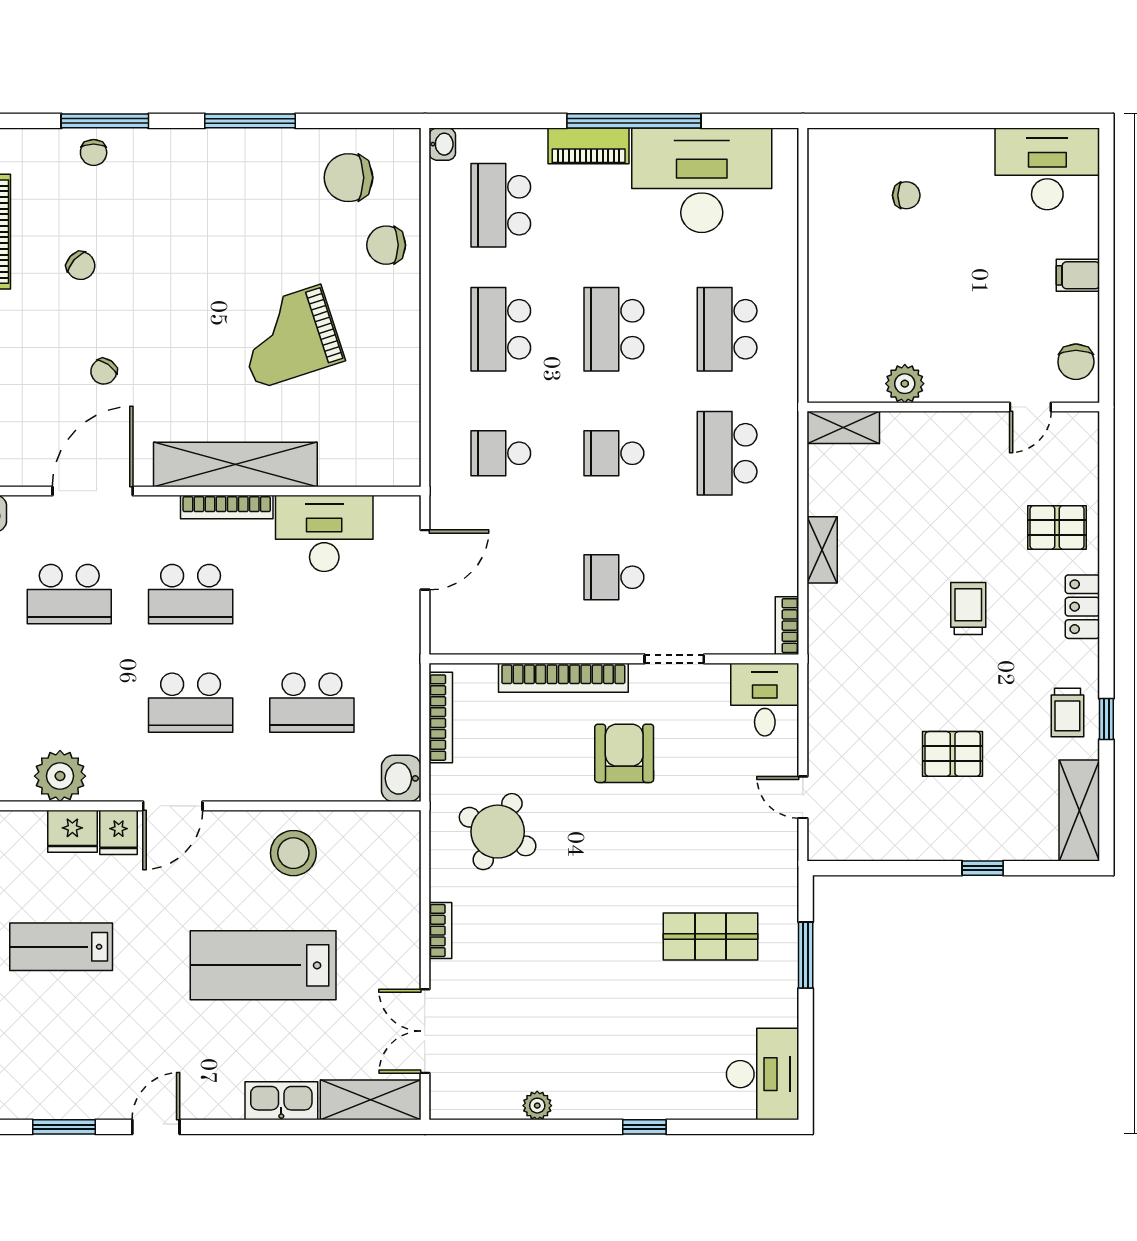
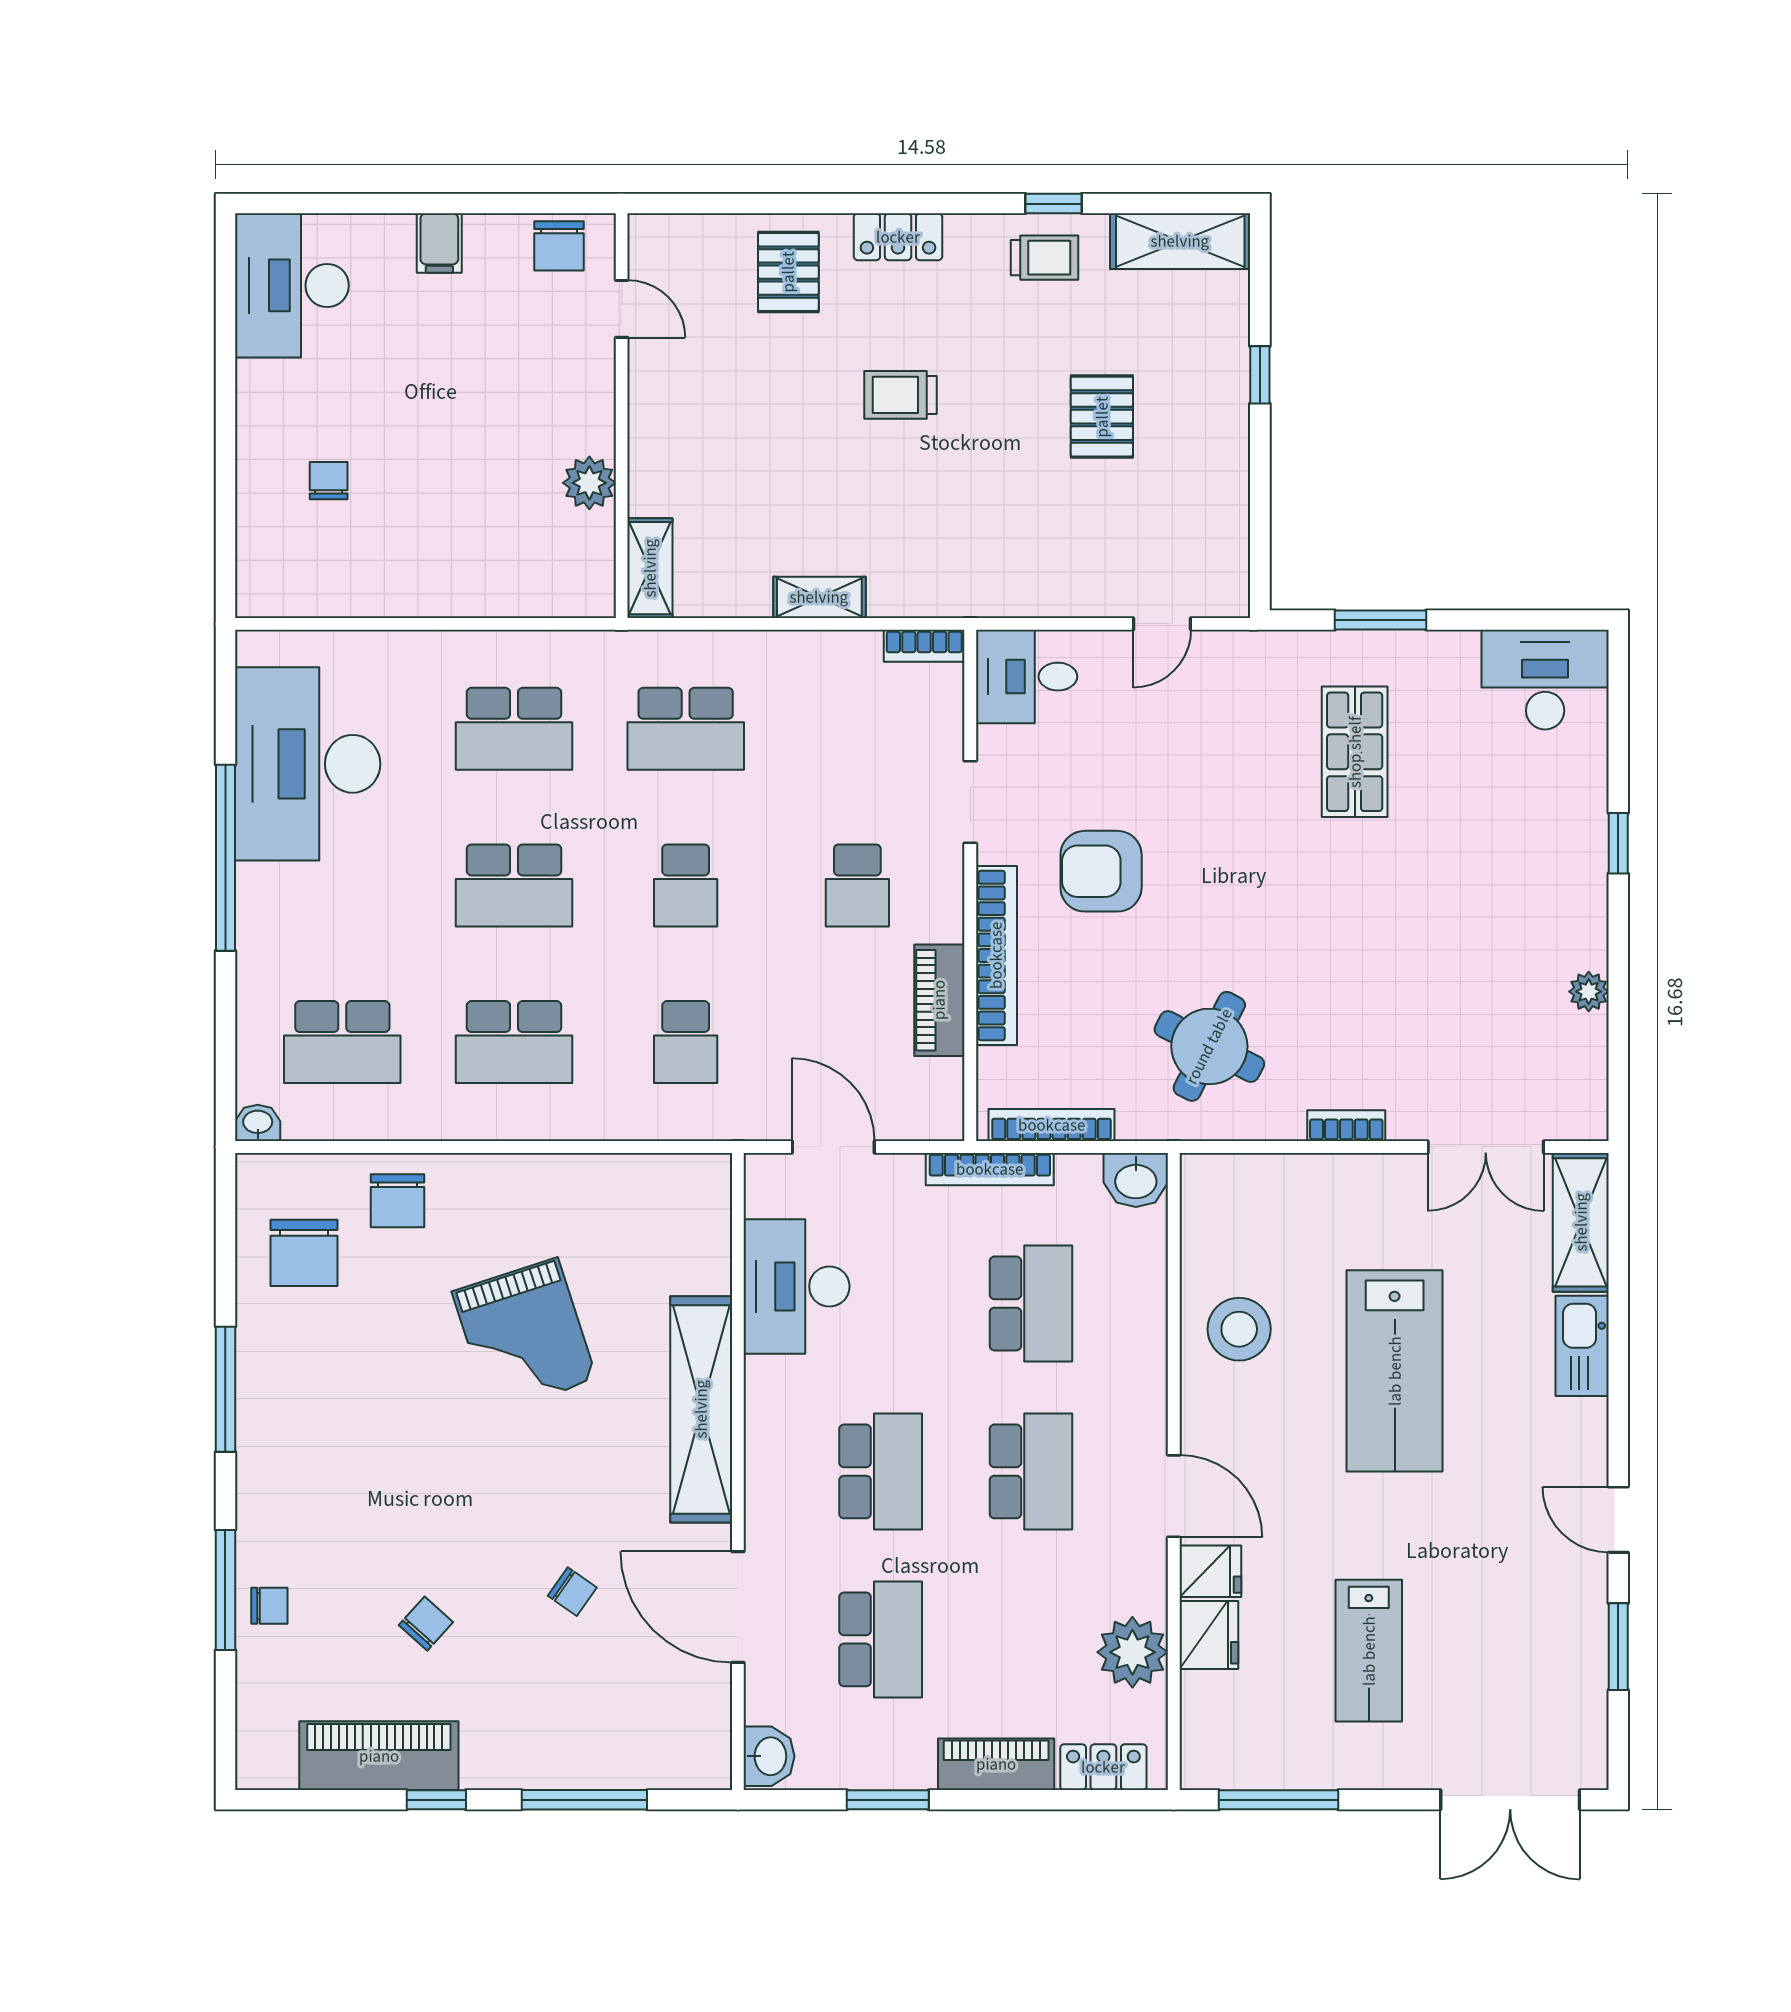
piano: (589, 146) -> (939, 1000), moved, turned 180
chair: (1076, 362) -> (559, 246), turned 90
bookcase: (227, 507) -> (990, 1169), moved, turned 90

